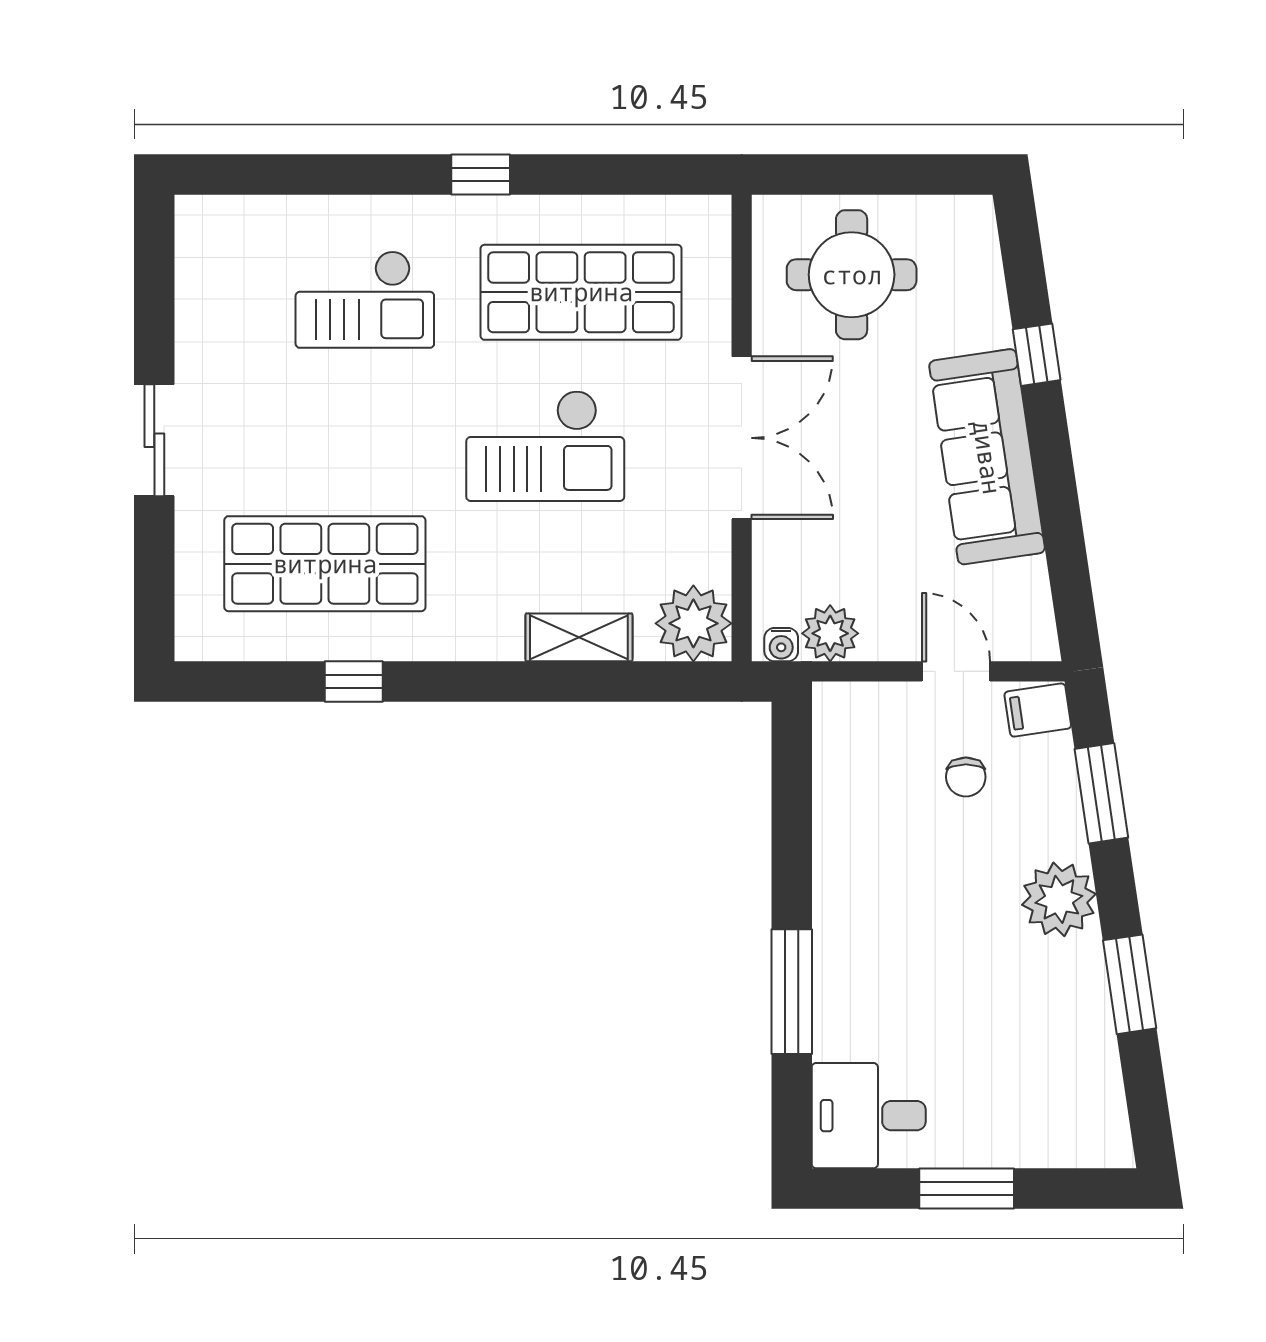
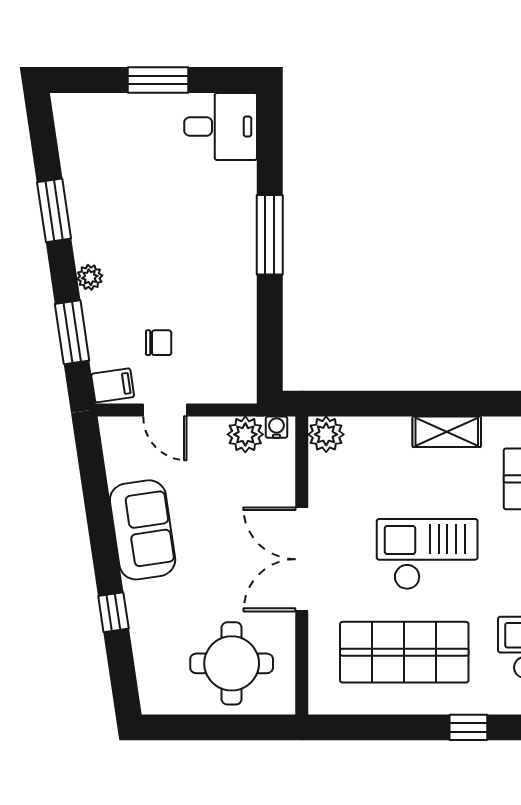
sofa: (987, 457) -> (143, 530), width x0.73
plant: (693, 623) -> (326, 434), width x0.73, depth x0.73
shelving: (579, 637) -> (447, 432), moved
chair: (966, 777) -> (159, 343), turned 90
plant: (1059, 899) -> (90, 277), width x0.53, depth x0.53
window: (792, 992) -> (270, 235), moved

